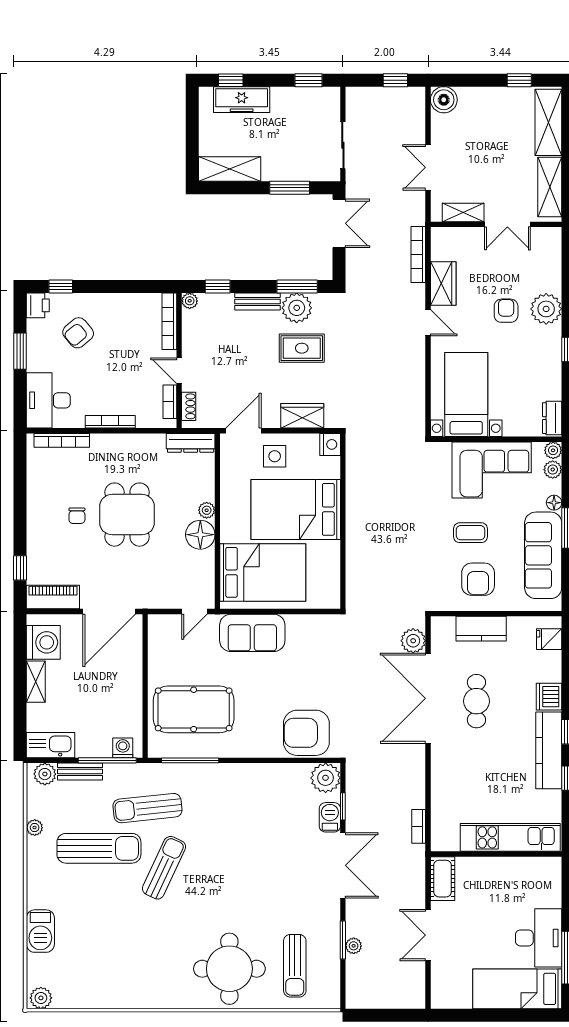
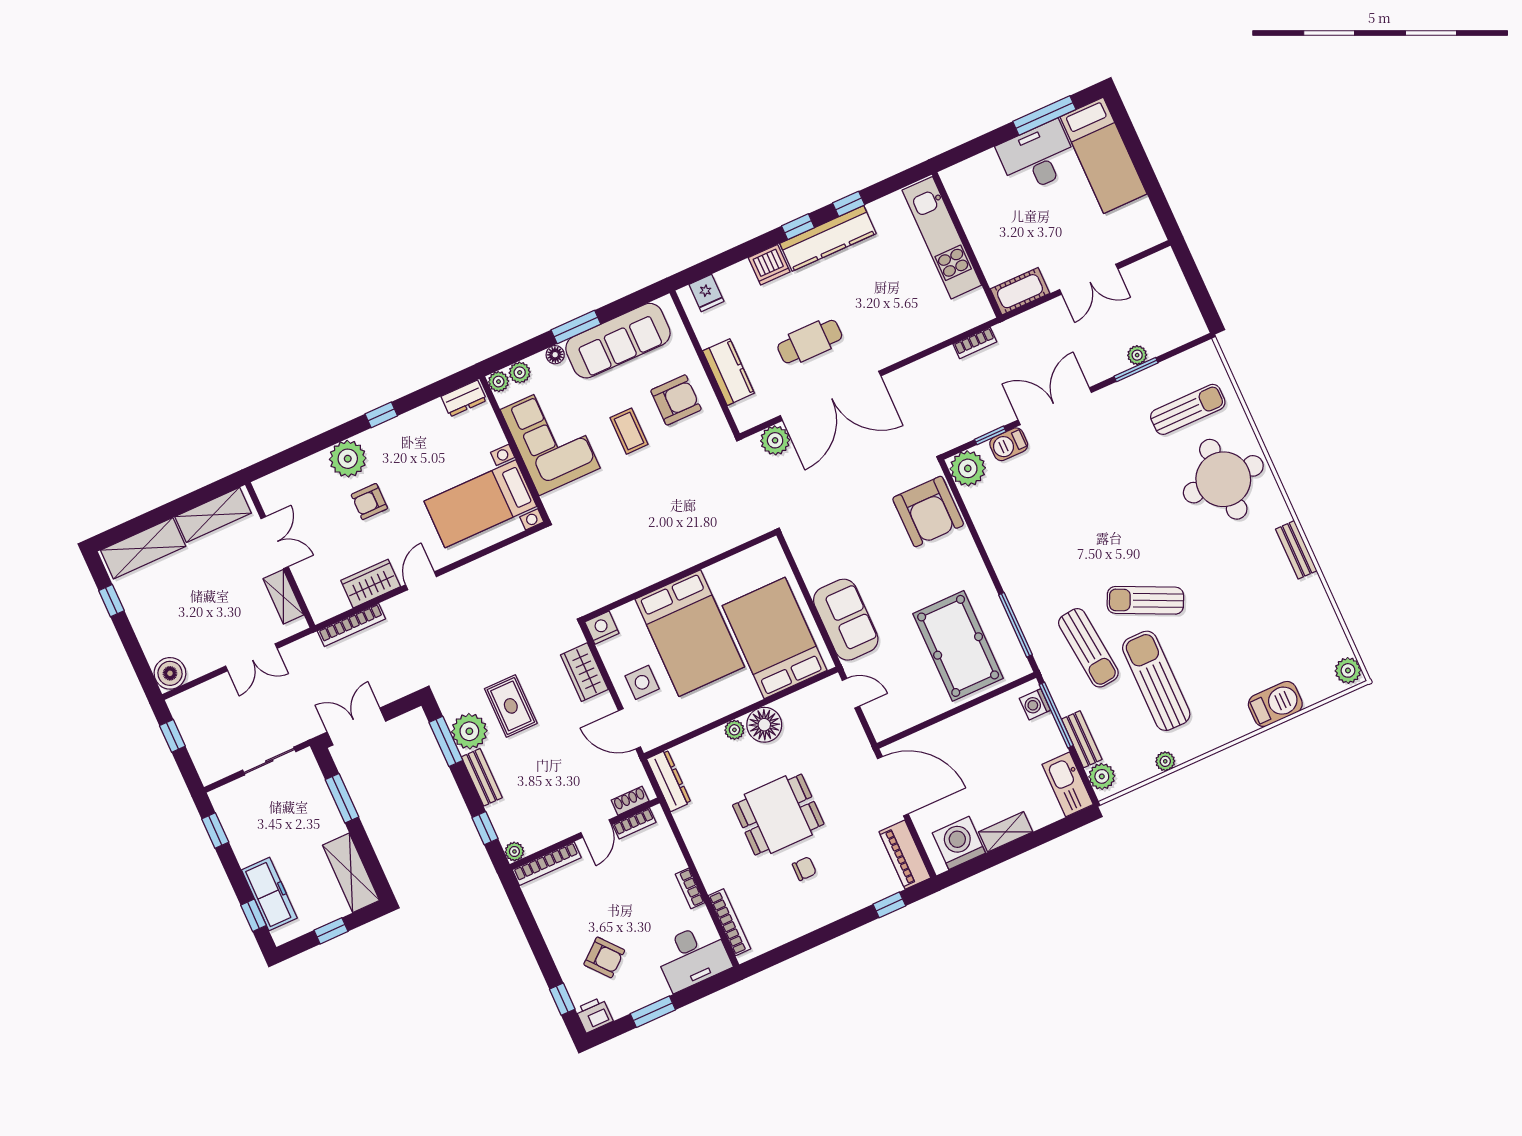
window: (192, 134) -> (331, 931), added
bookcase: (110, 422) -> (690, 888), width x0.64
bench: (151, 1000) -> (1296, 550), added

